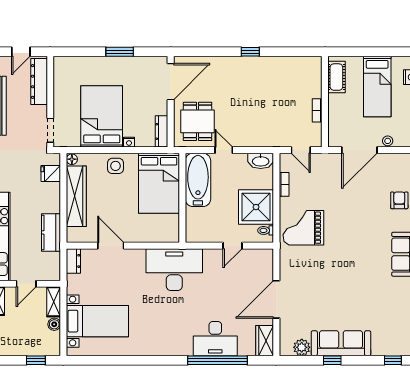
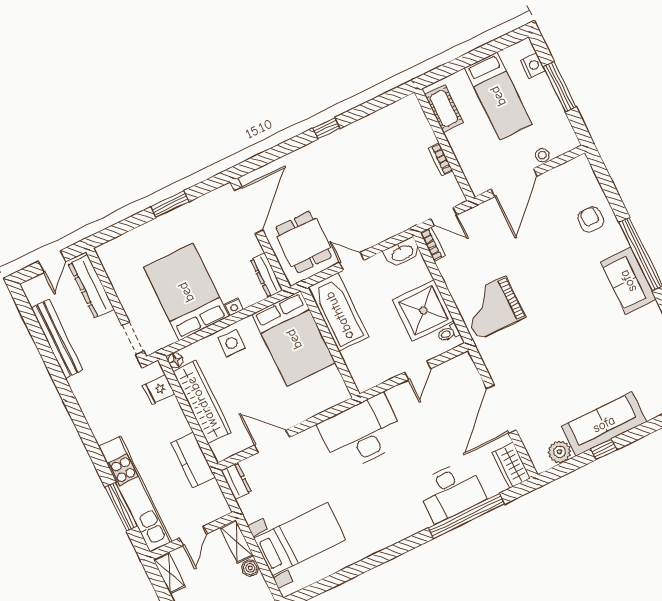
bookcase: (284, 184) -> (433, 244), moved

